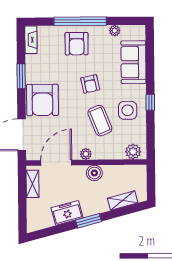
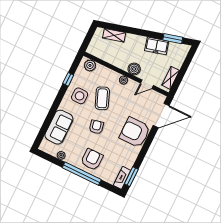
window: (21, 76) -> (131, 177), moved
armchair: (42, 100) -> (135, 132), turned -90
window: (150, 102) -> (68, 79), moved
door: (56, 163) -> (147, 84), width x0.53
boiler: (94, 173) -> (134, 69), moved
window: (88, 221) -> (173, 39), moved

